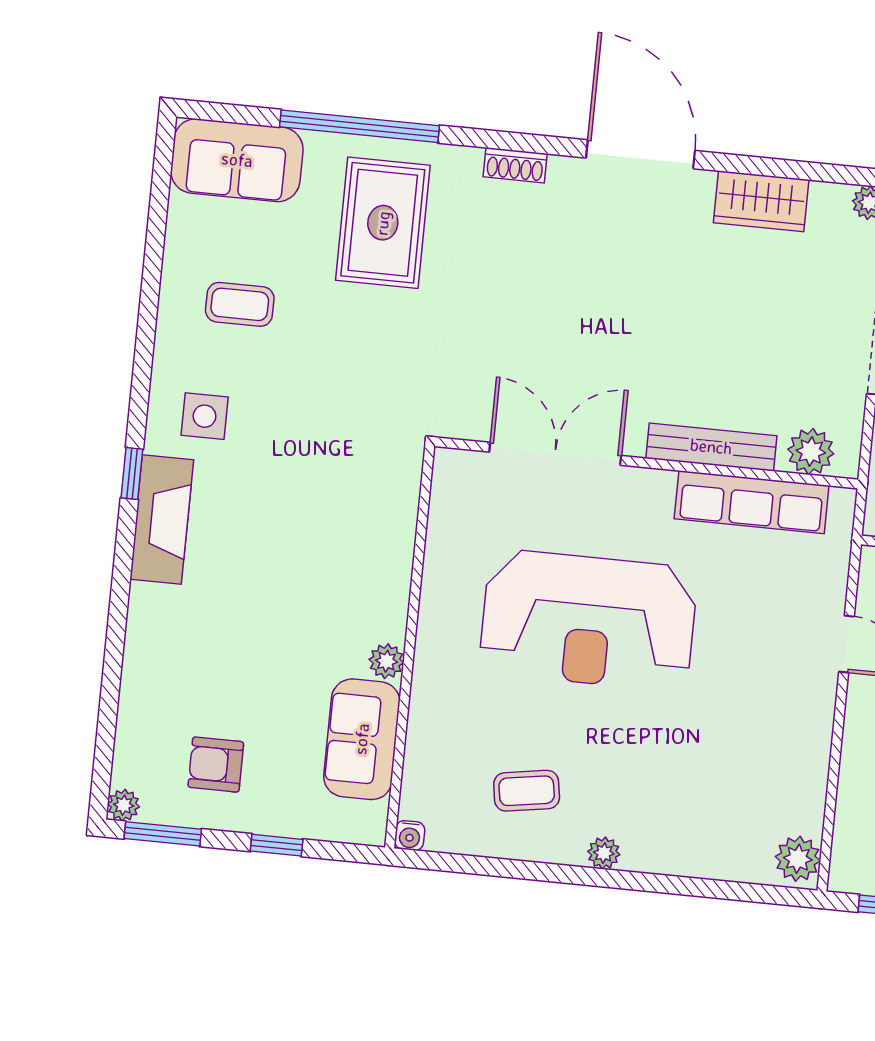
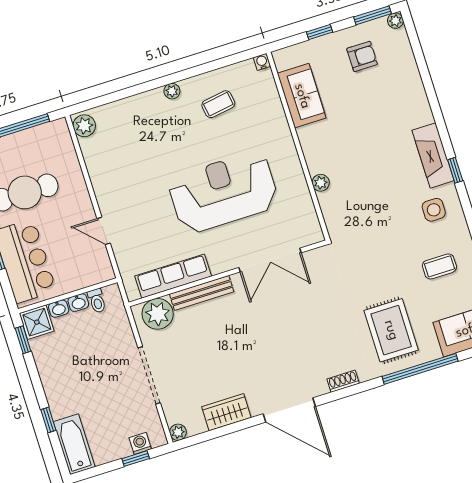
plant: (811, 452) -> (158, 314), width x1.36, depth x1.36
plant: (386, 661) -> (321, 183), moved

